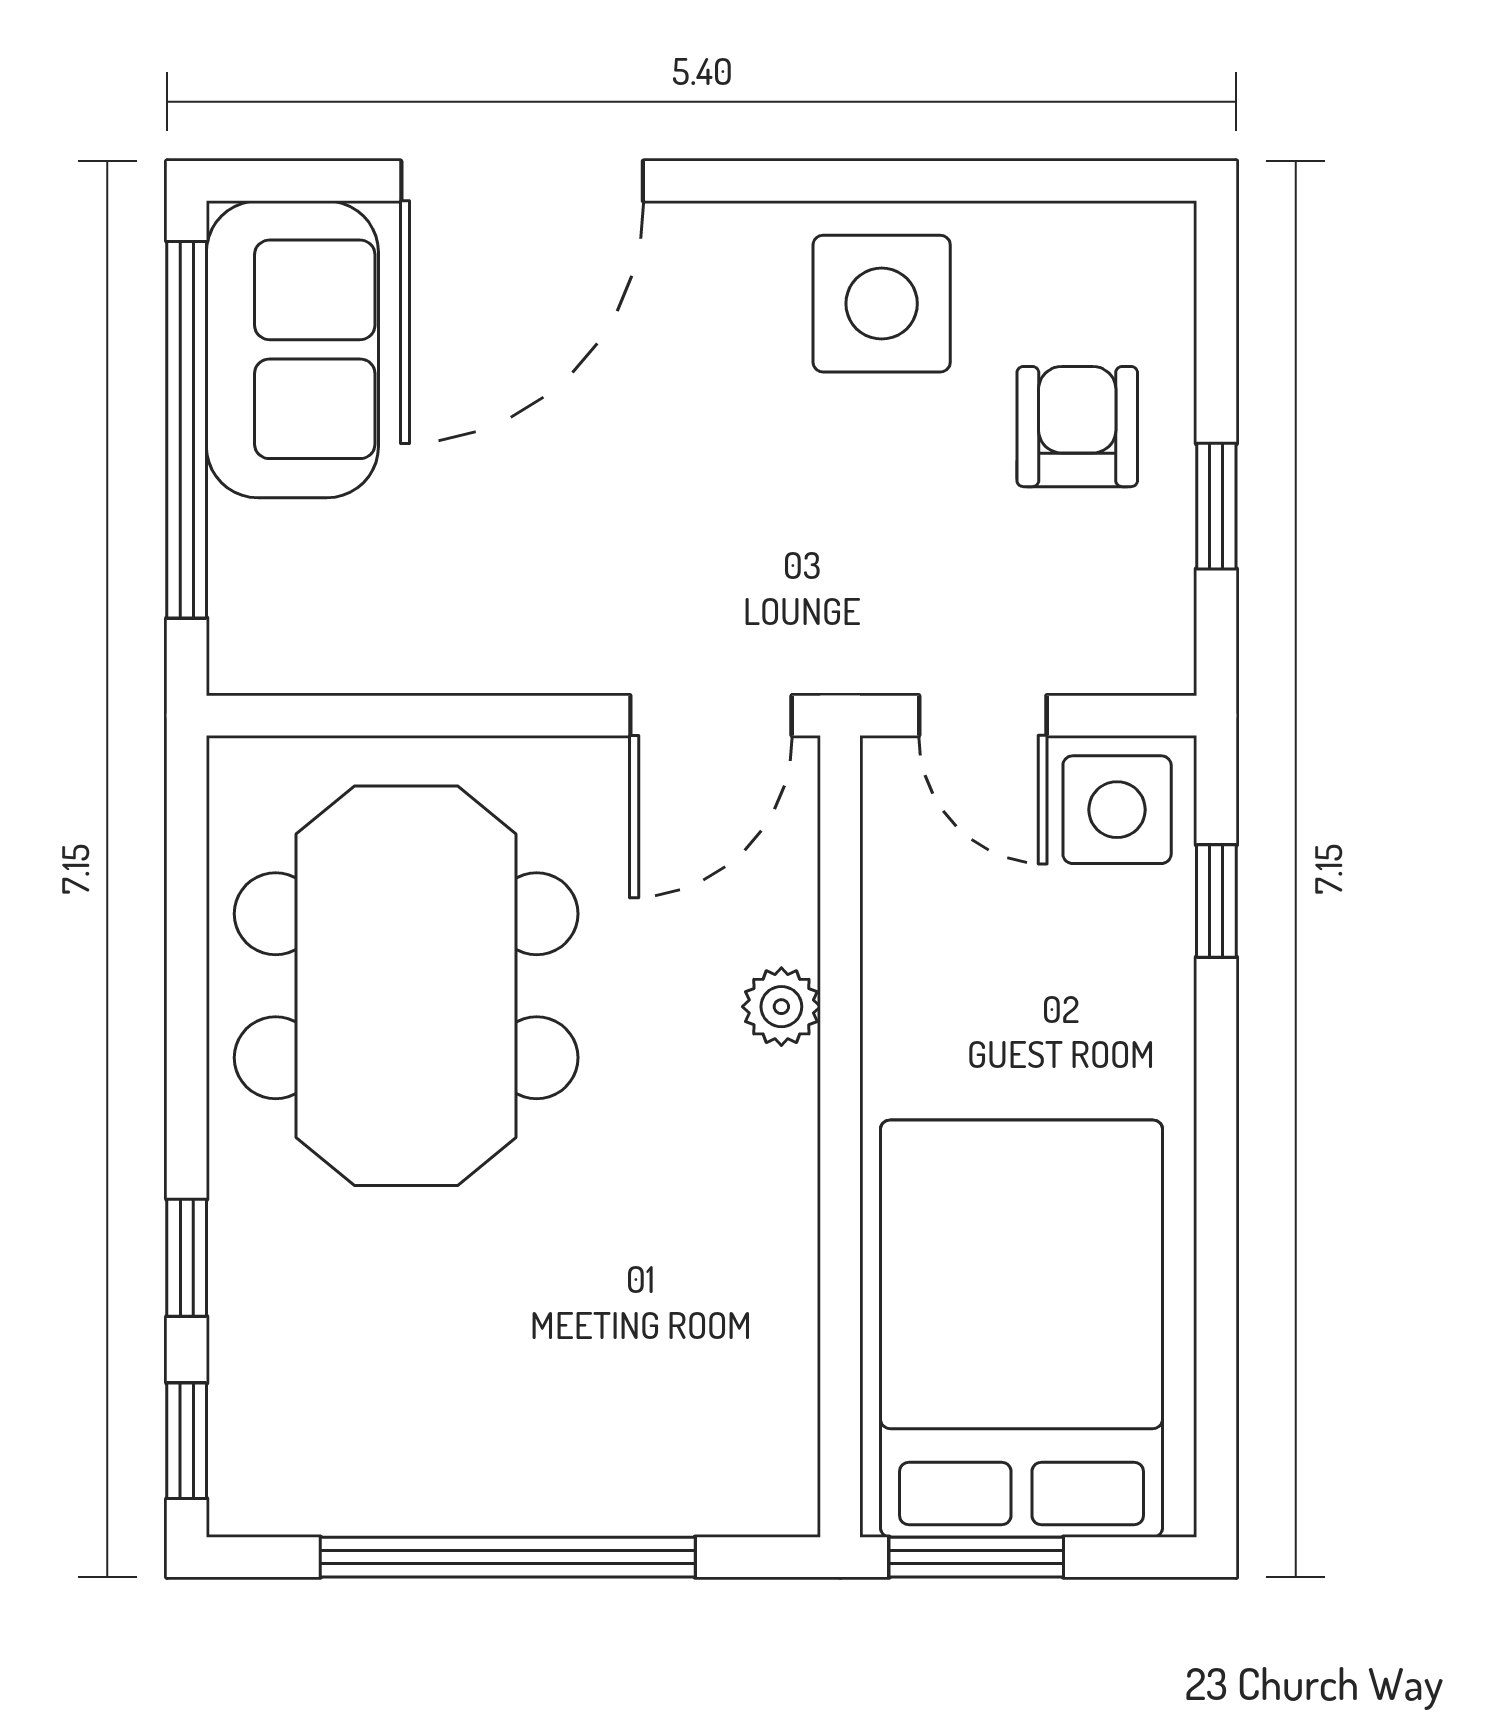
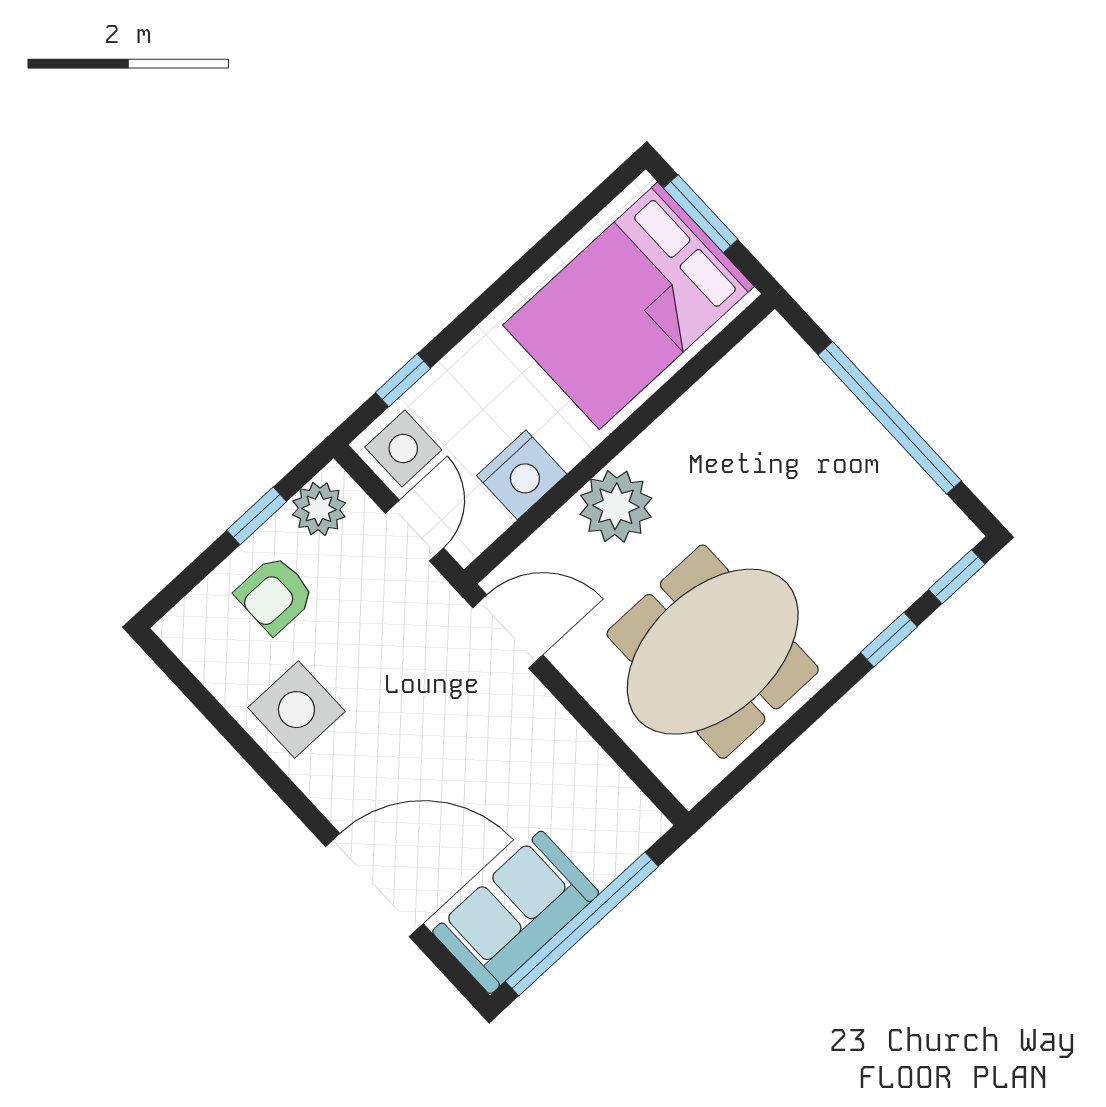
plant: (1143, 606) -> (319, 509), added
nightstand: (920, 946) -> (522, 475), added
plant: (781, 1007) -> (616, 506), width x1.88, depth x1.88
window: (976, 1557) -> (701, 214), moved

